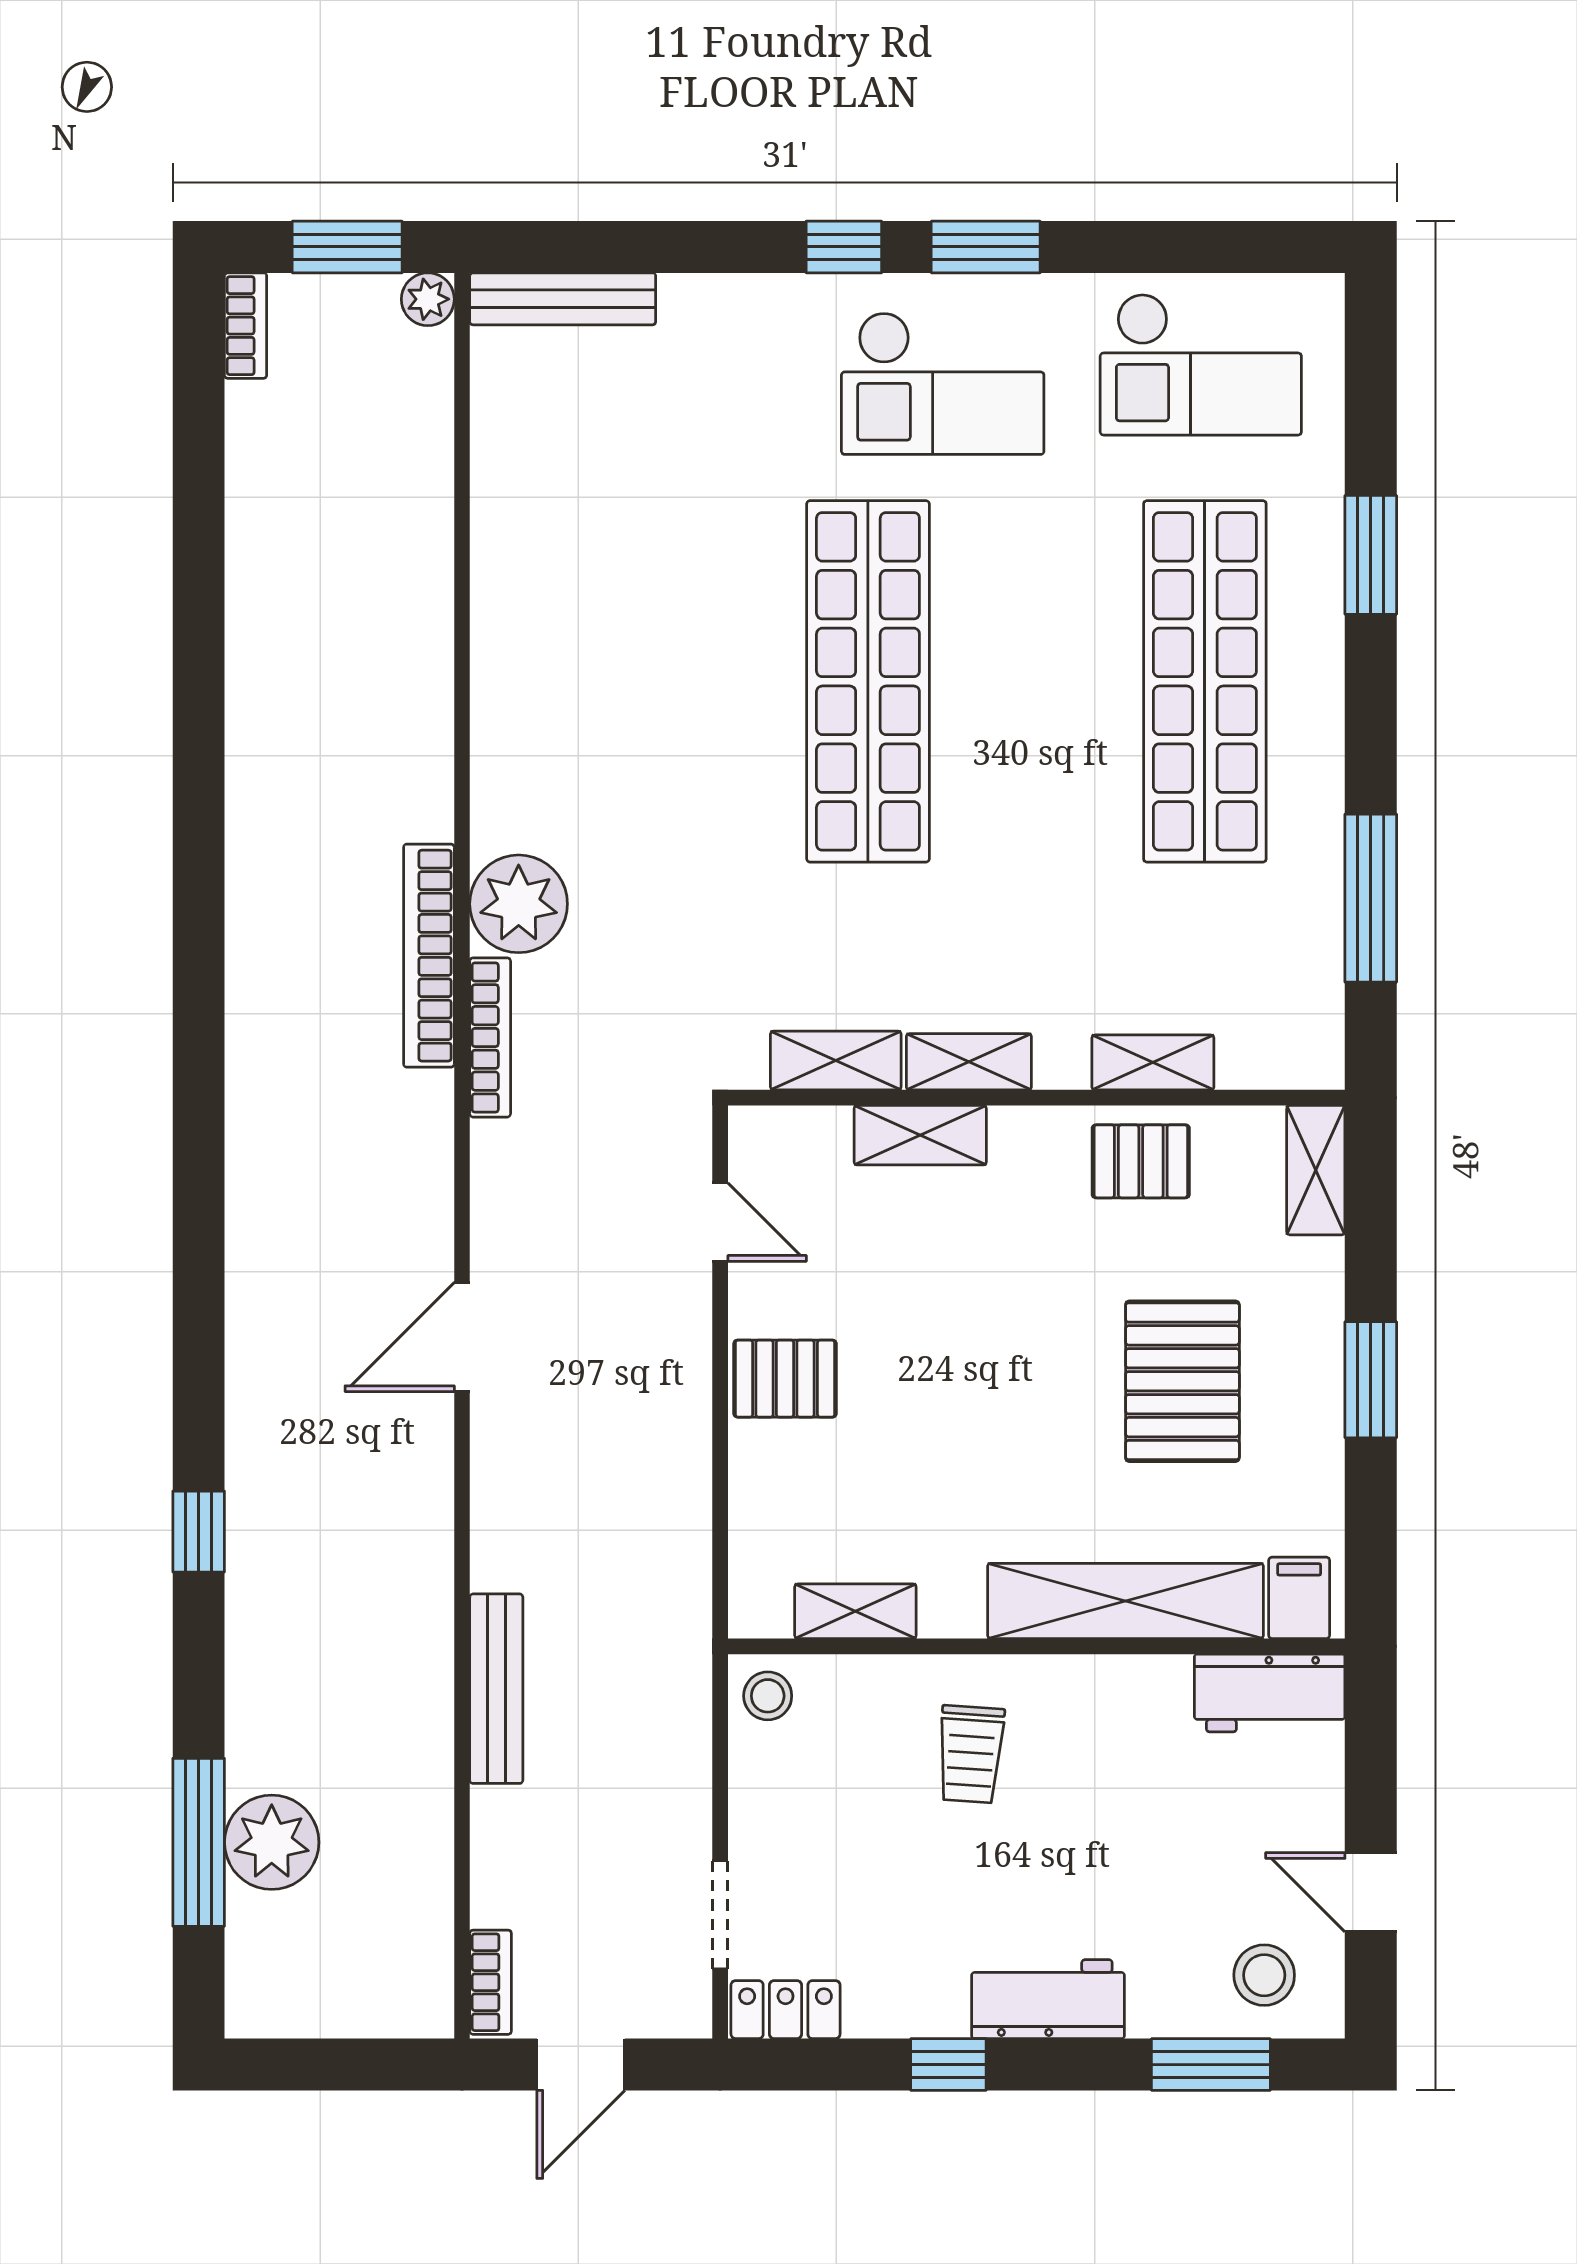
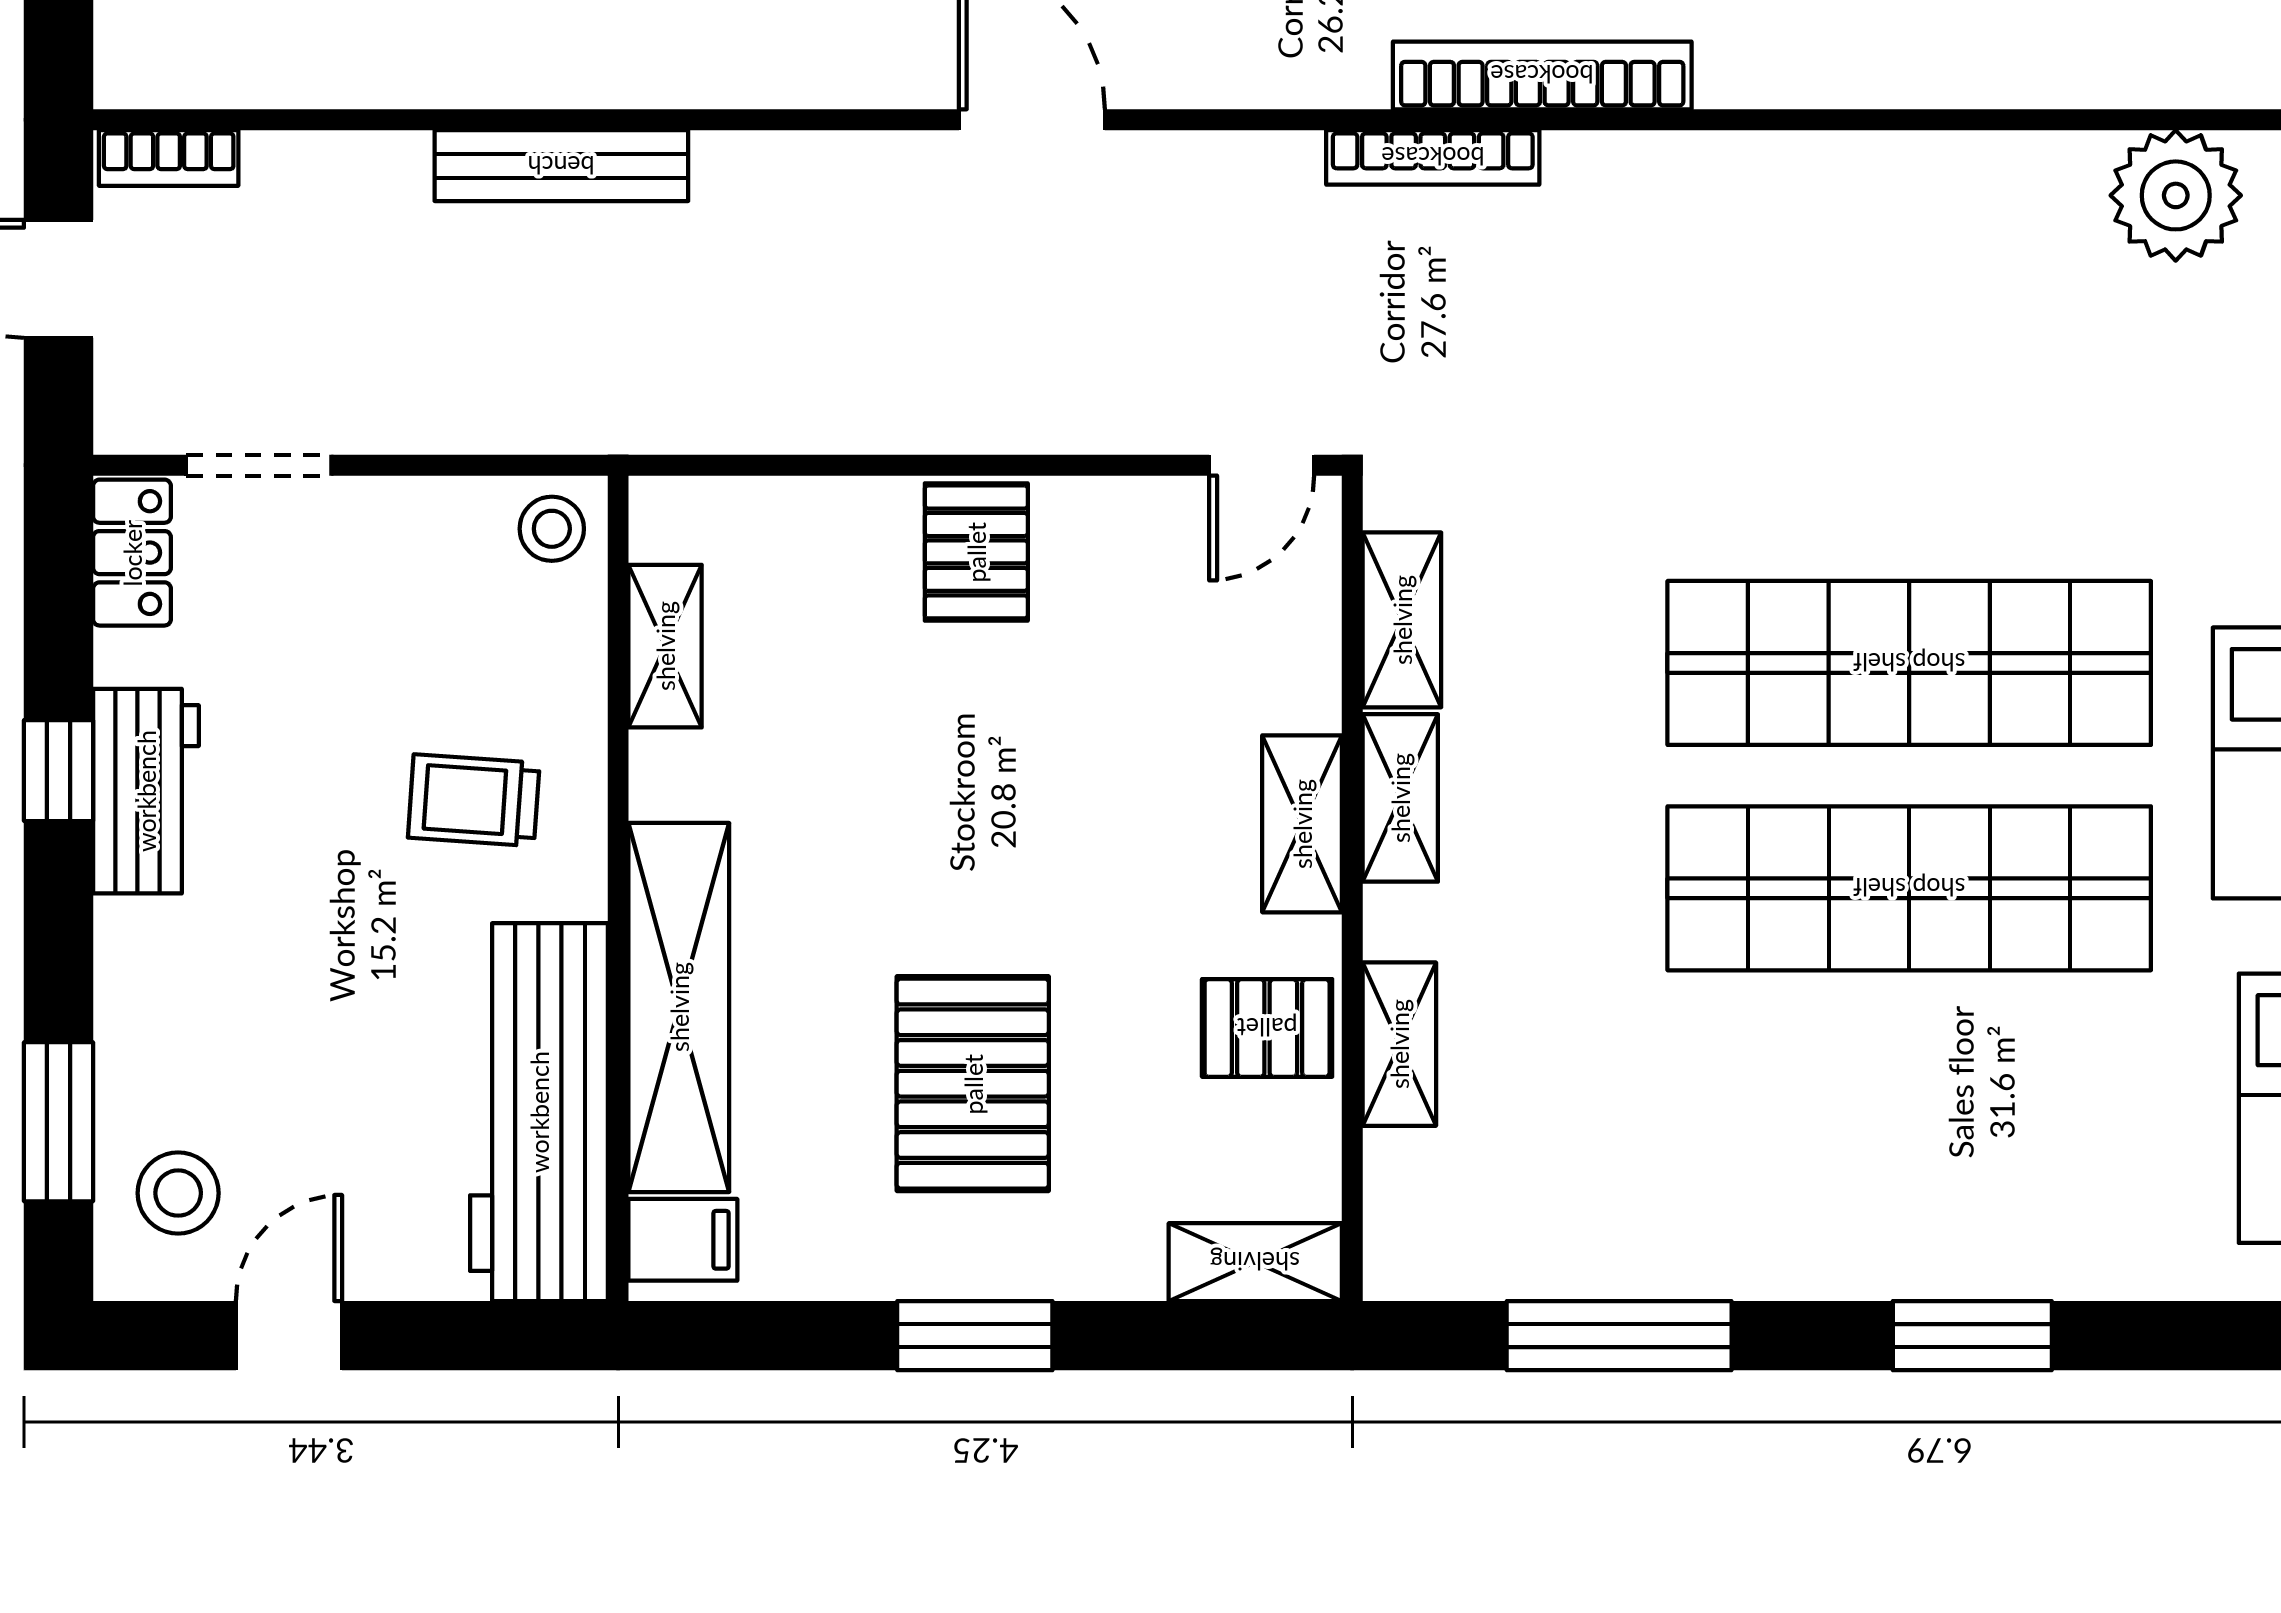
window: (1371, 555) -> (1972, 1336), moved
shop shelf: (1205, 681) -> (1909, 888), moved
plant: (519, 904) -> (2176, 195), moved
shelving: (920, 1135) -> (1302, 824), moved
pallet: (1141, 1161) -> (1267, 1028), turned 90
door: (720, 1222) -> (1262, 465), moved
pallet: (1182, 1381) -> (973, 1084), turned 90
workbench: (1270, 1693) -> (539, 1112), width x1.88, depth x1.32
workbench: (1048, 1999) -> (146, 791), moved

